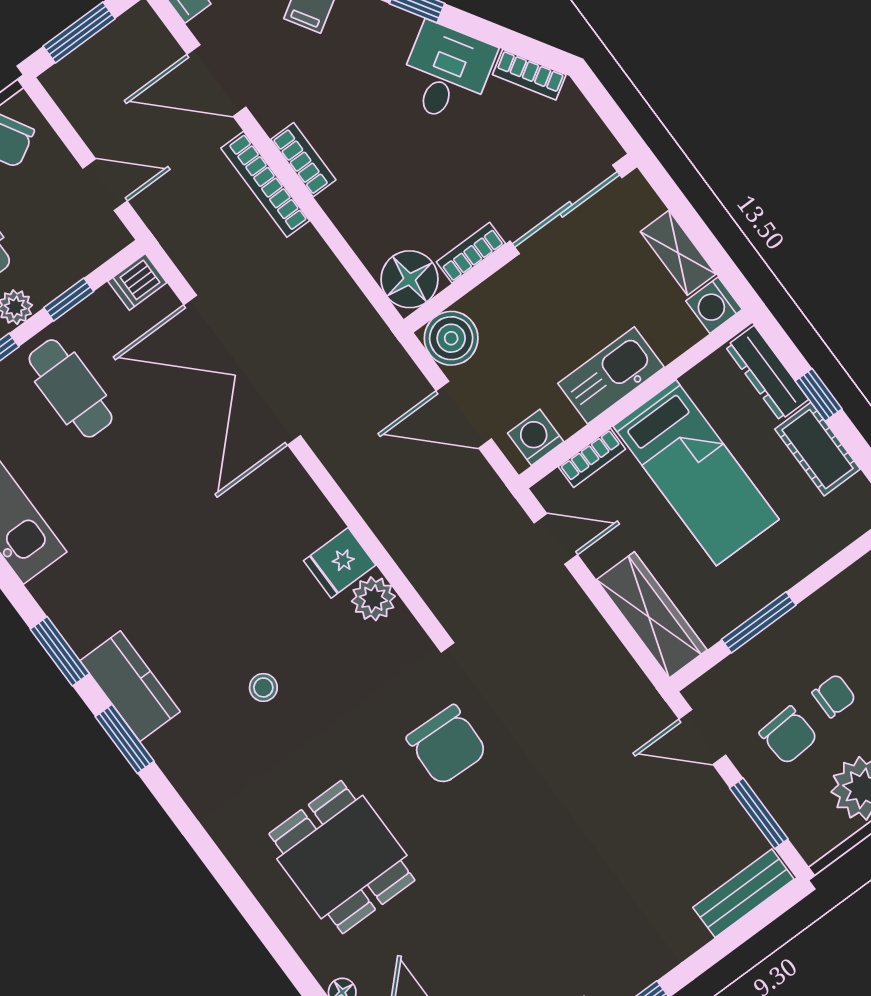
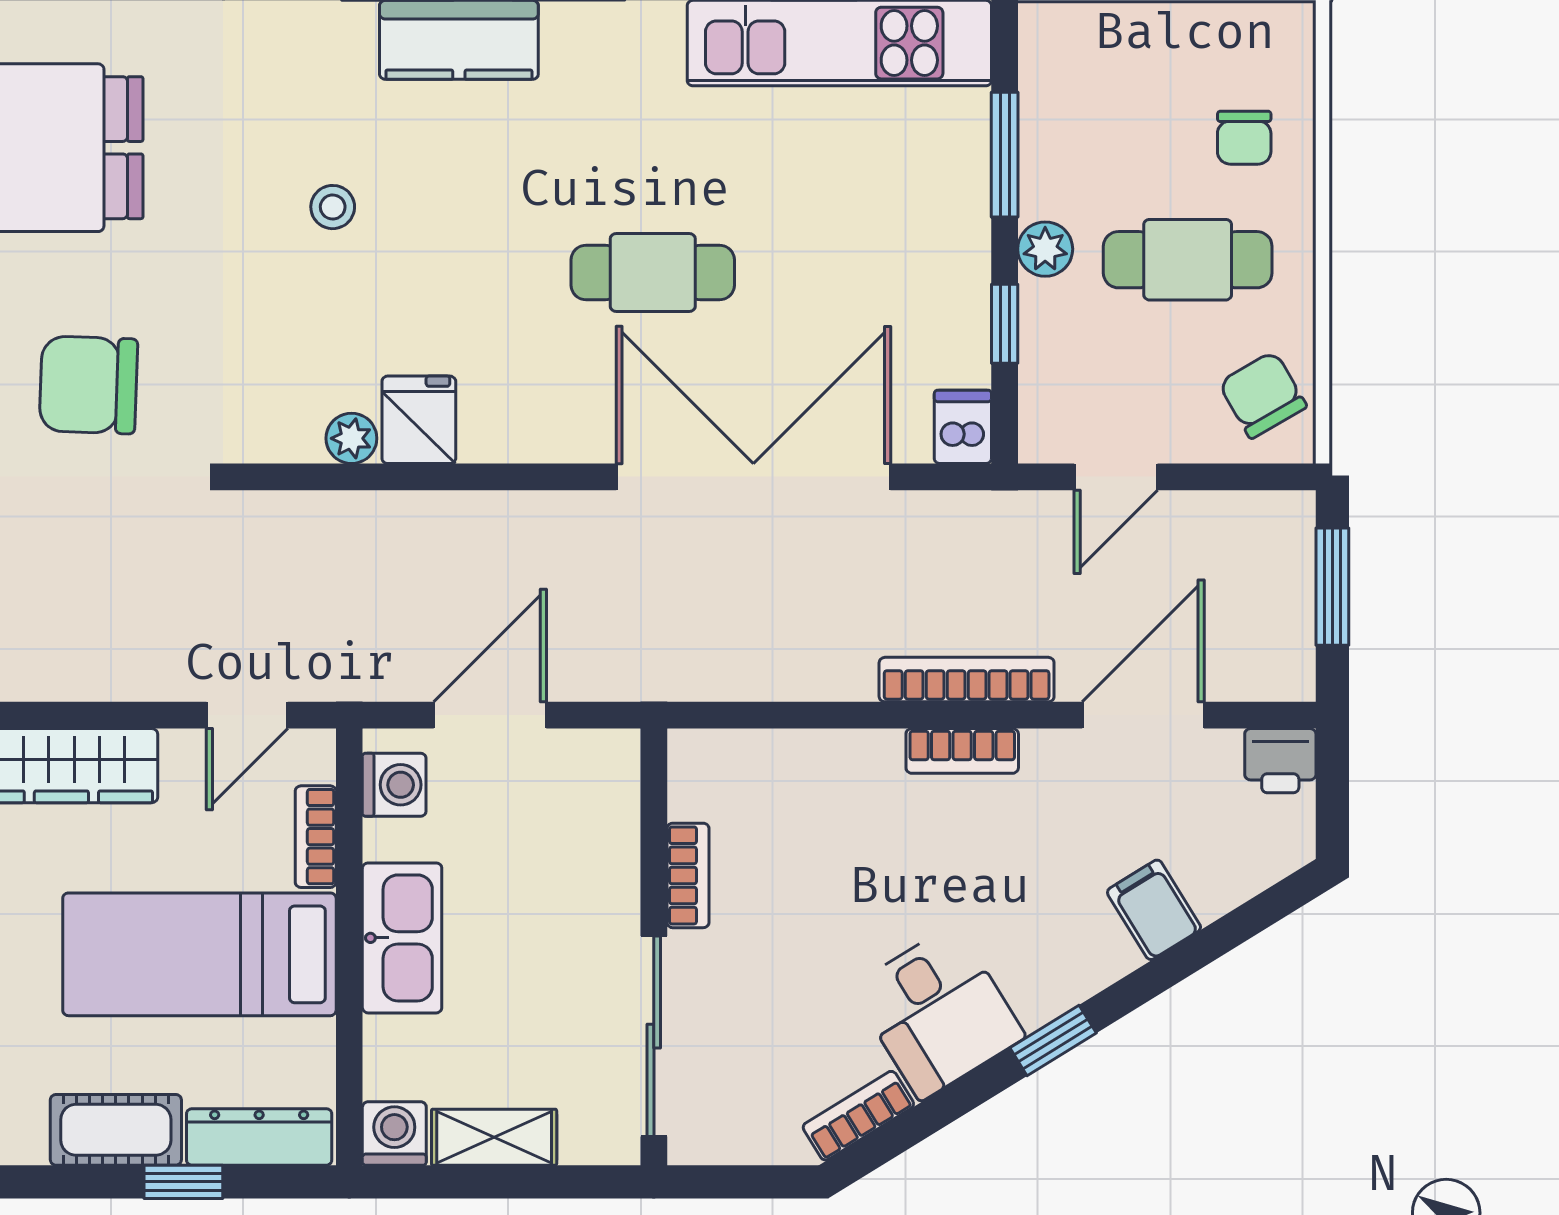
floor lamp: (410, 279) -> (712, 773), removed
boiler: (451, 338) -> (598, 771), removed
cafe table: (71, 388) -> (653, 273), moved
plant: (373, 599) -> (351, 438), width x0.73, depth x0.73

